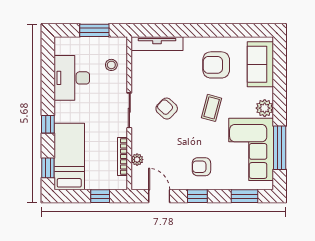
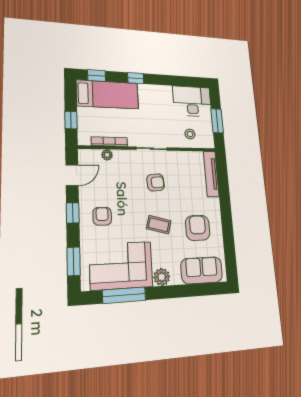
desk: (72, 78) -> (192, 101), moved
armchair: (167, 109) -> (156, 182), turned 42

